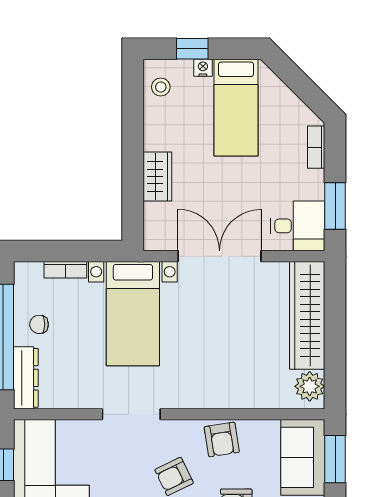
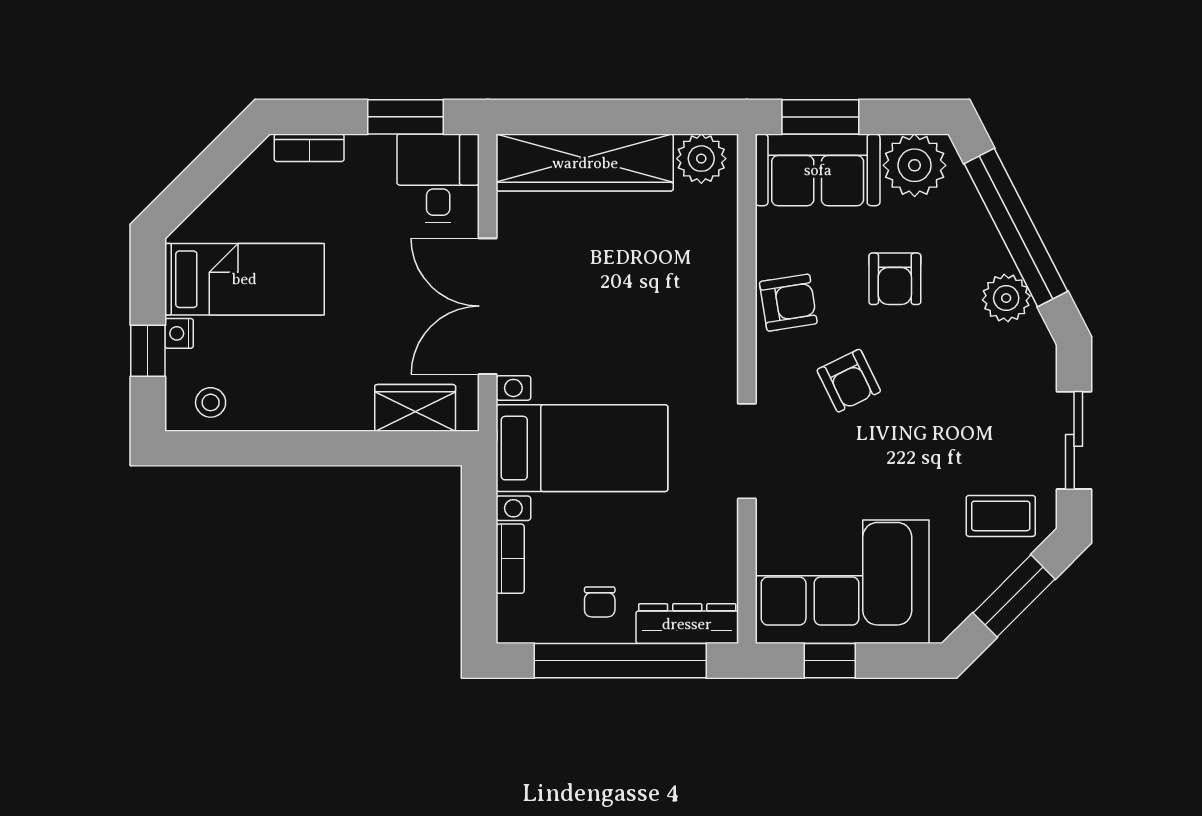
wardrobe: (157, 176) -> (415, 408), moved

